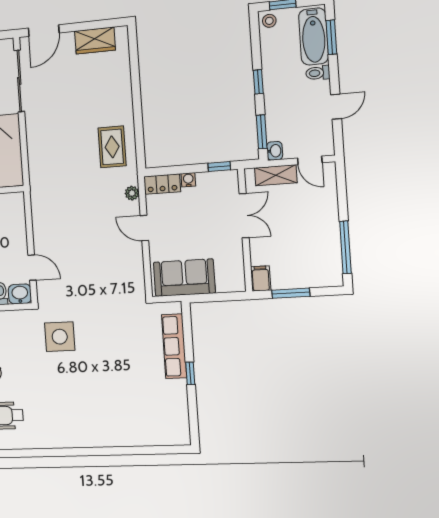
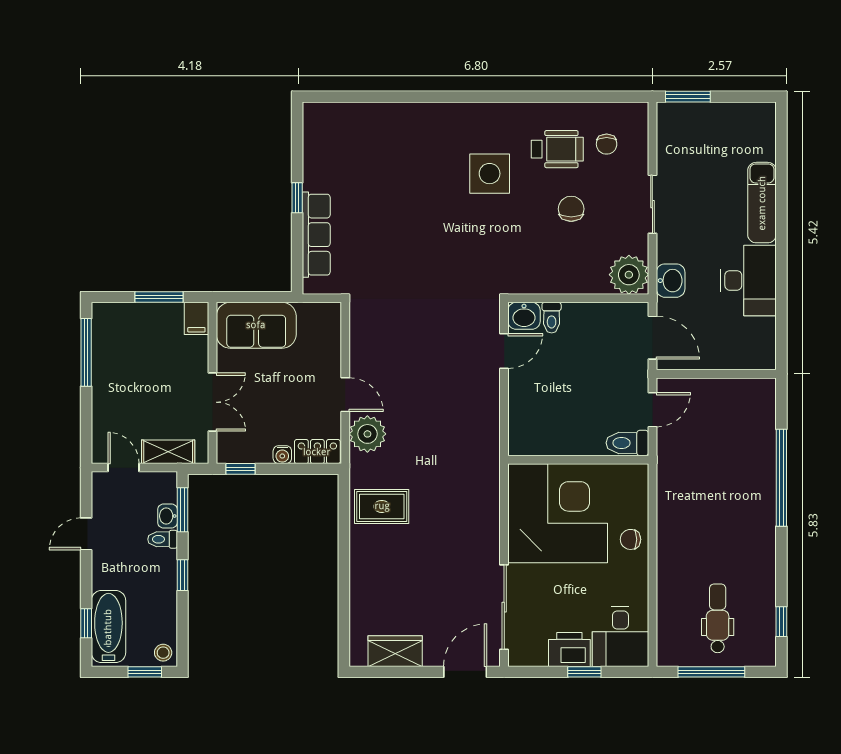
window: (331, 37) -> (86, 623), width x0.67
toilet: (318, 73) -> (163, 539), moved, turned 180
rug: (112, 147) -> (382, 506), turned 90
washbasin: (275, 151) -> (168, 516), moved
plant: (132, 193) -> (367, 434), width x1.87, depth x1.87
double door: (244, 216) -> (212, 402), swing flipped
door: (32, 268) -> (504, 351), swing flipped
sofa: (184, 278) -> (256, 325), moved
side table: (60, 337) -> (490, 174), moved

